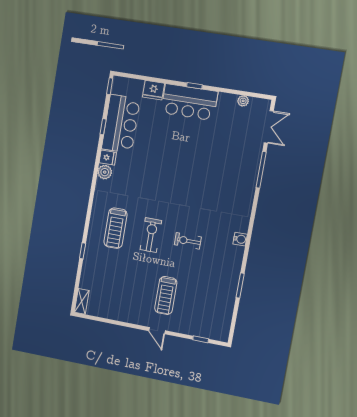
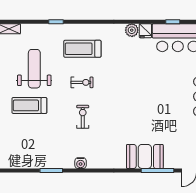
booth: (243, 181) -> (145, 156), added
exercise bike: (151, 235) -> (82, 82), width x0.73, depth x0.72
water cooler: (240, 239) -> (81, 163), moved
weight bench: (128, 283) -> (34, 69), added

